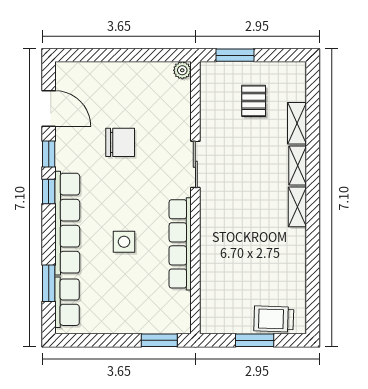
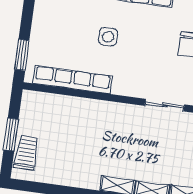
row of seats: (180, 244) -> (73, 80), moved

